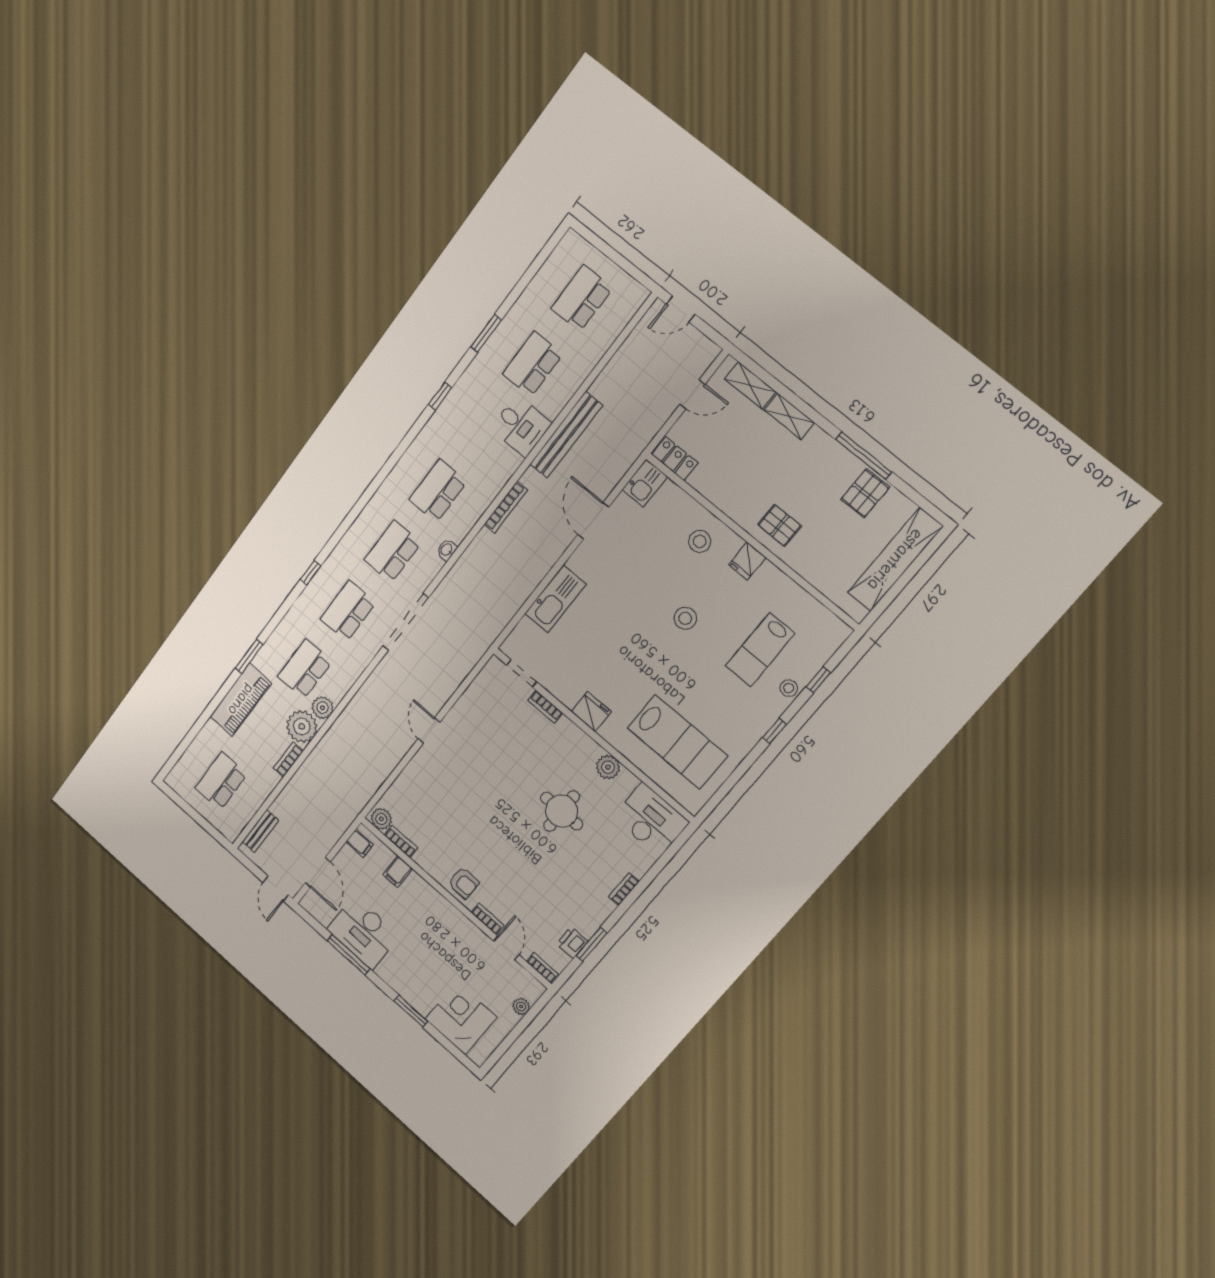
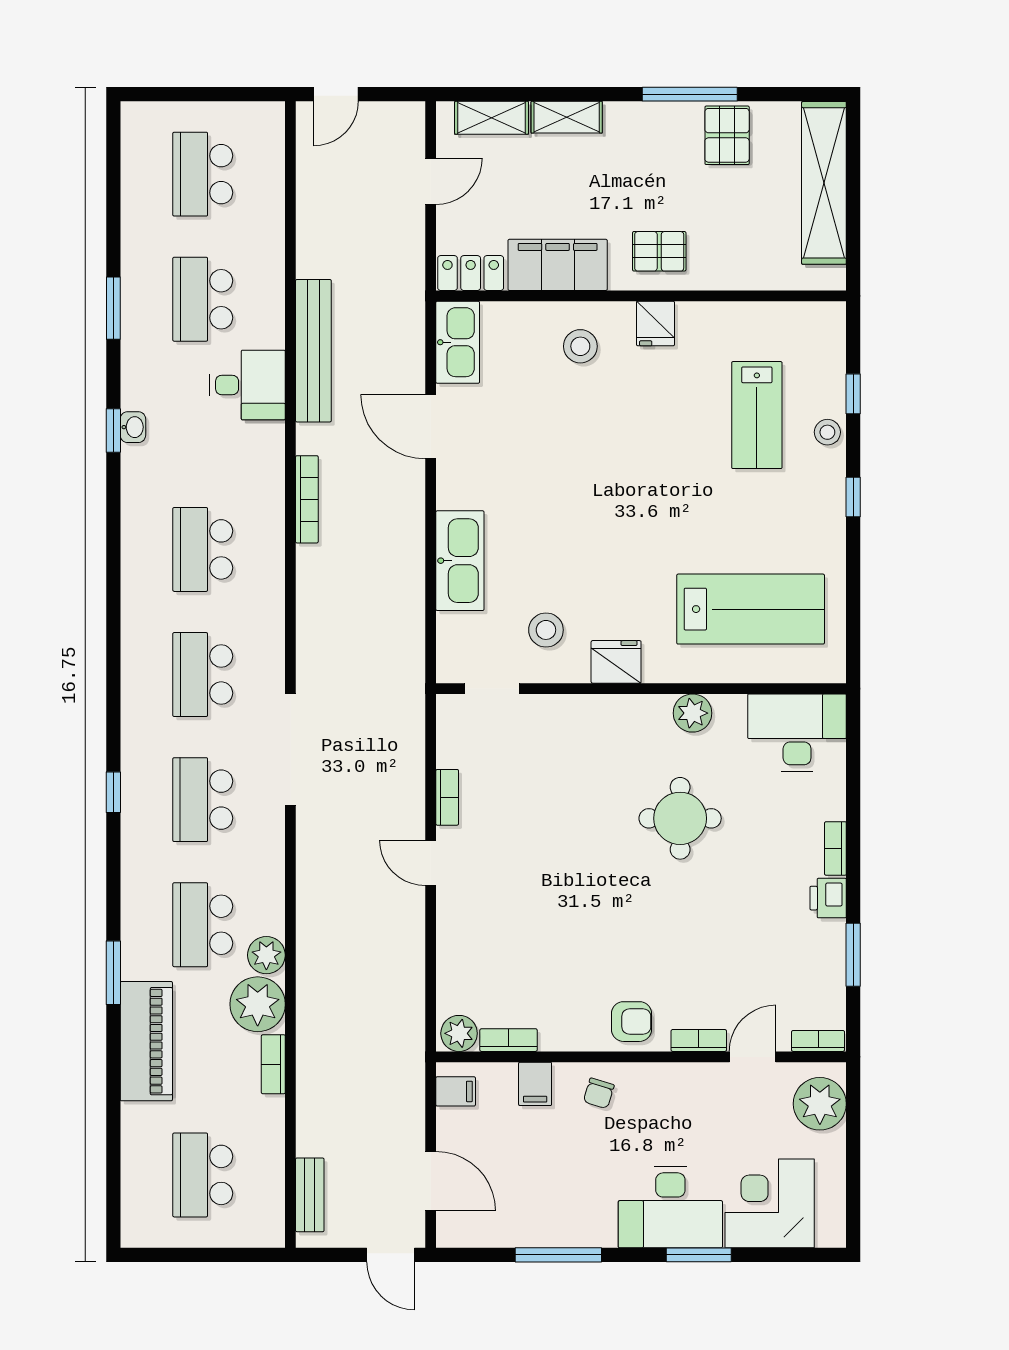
kitchen sink: (645, 483) -> (458, 342), width x1.38
filing cabinet: (722, 490) -> (558, 265), added
washbasin: (447, 550) -> (133, 427), moved, turned 180
stool: (685, 618) -> (546, 630), moved
bookcase: (545, 707) -> (447, 797), moved, turned -90
chair: (423, 901) -> (599, 1093), added
desk: (363, 933) -> (670, 1207), moved
printer: (572, 943) -> (828, 898), moved
door: (506, 948) -> (753, 1057), hinge flipped
plant: (521, 1006) -> (820, 1104), width x1.87, depth x1.87

